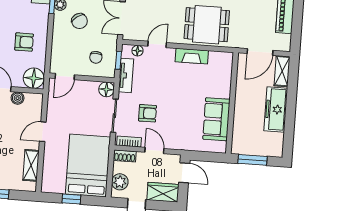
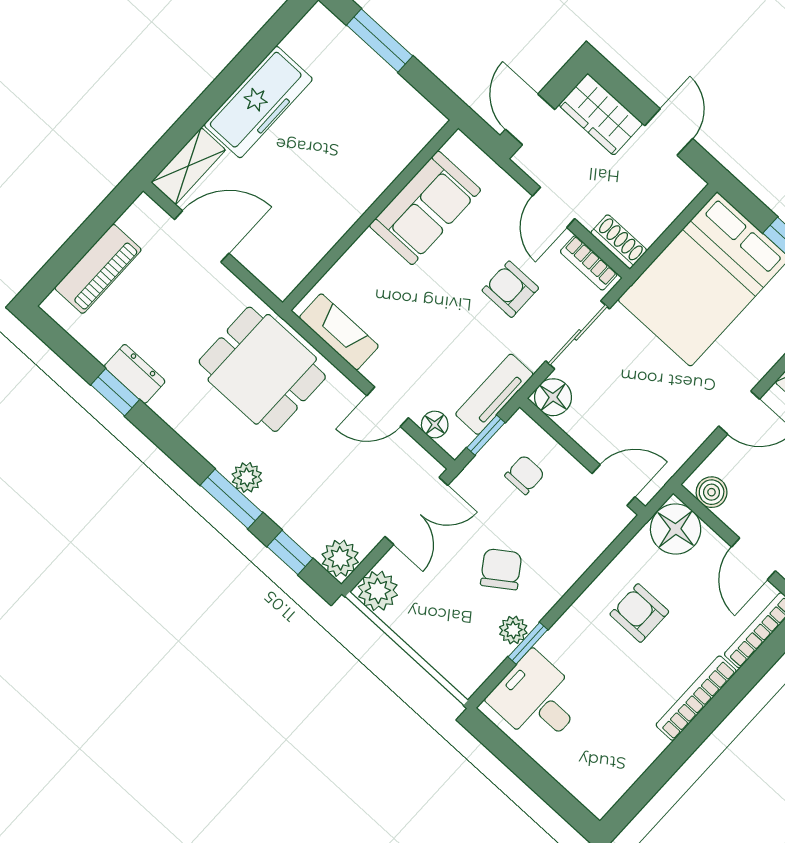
boiler: (18, 98) -> (712, 492), moved
wall: (232, 103) -> (370, 215), moved
sofa: (216, 119) -> (425, 208), moved
plant: (120, 182) -> (667, 199), removed

